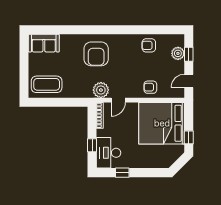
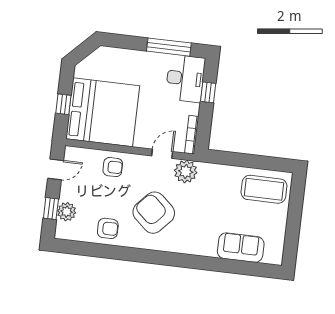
sofa: (44, 43) -> (241, 248), moved
armchair: (96, 54) -> (154, 213), moved, turned -48
window: (189, 137) -> (63, 104), moved
window: (122, 173) -> (169, 47), width x2.17

